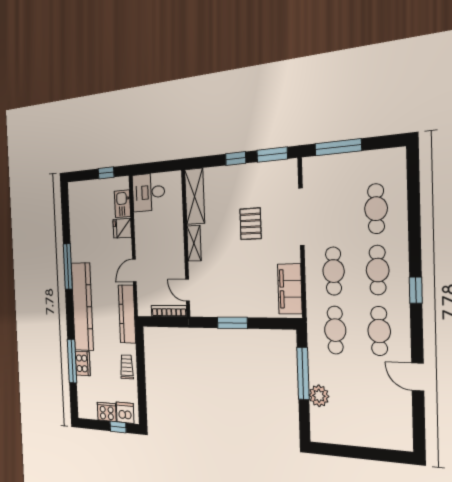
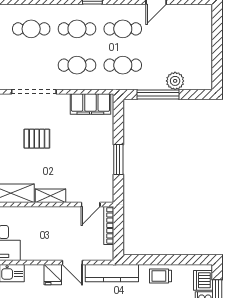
fridge: (122, 228) -> (53, 275), moved

